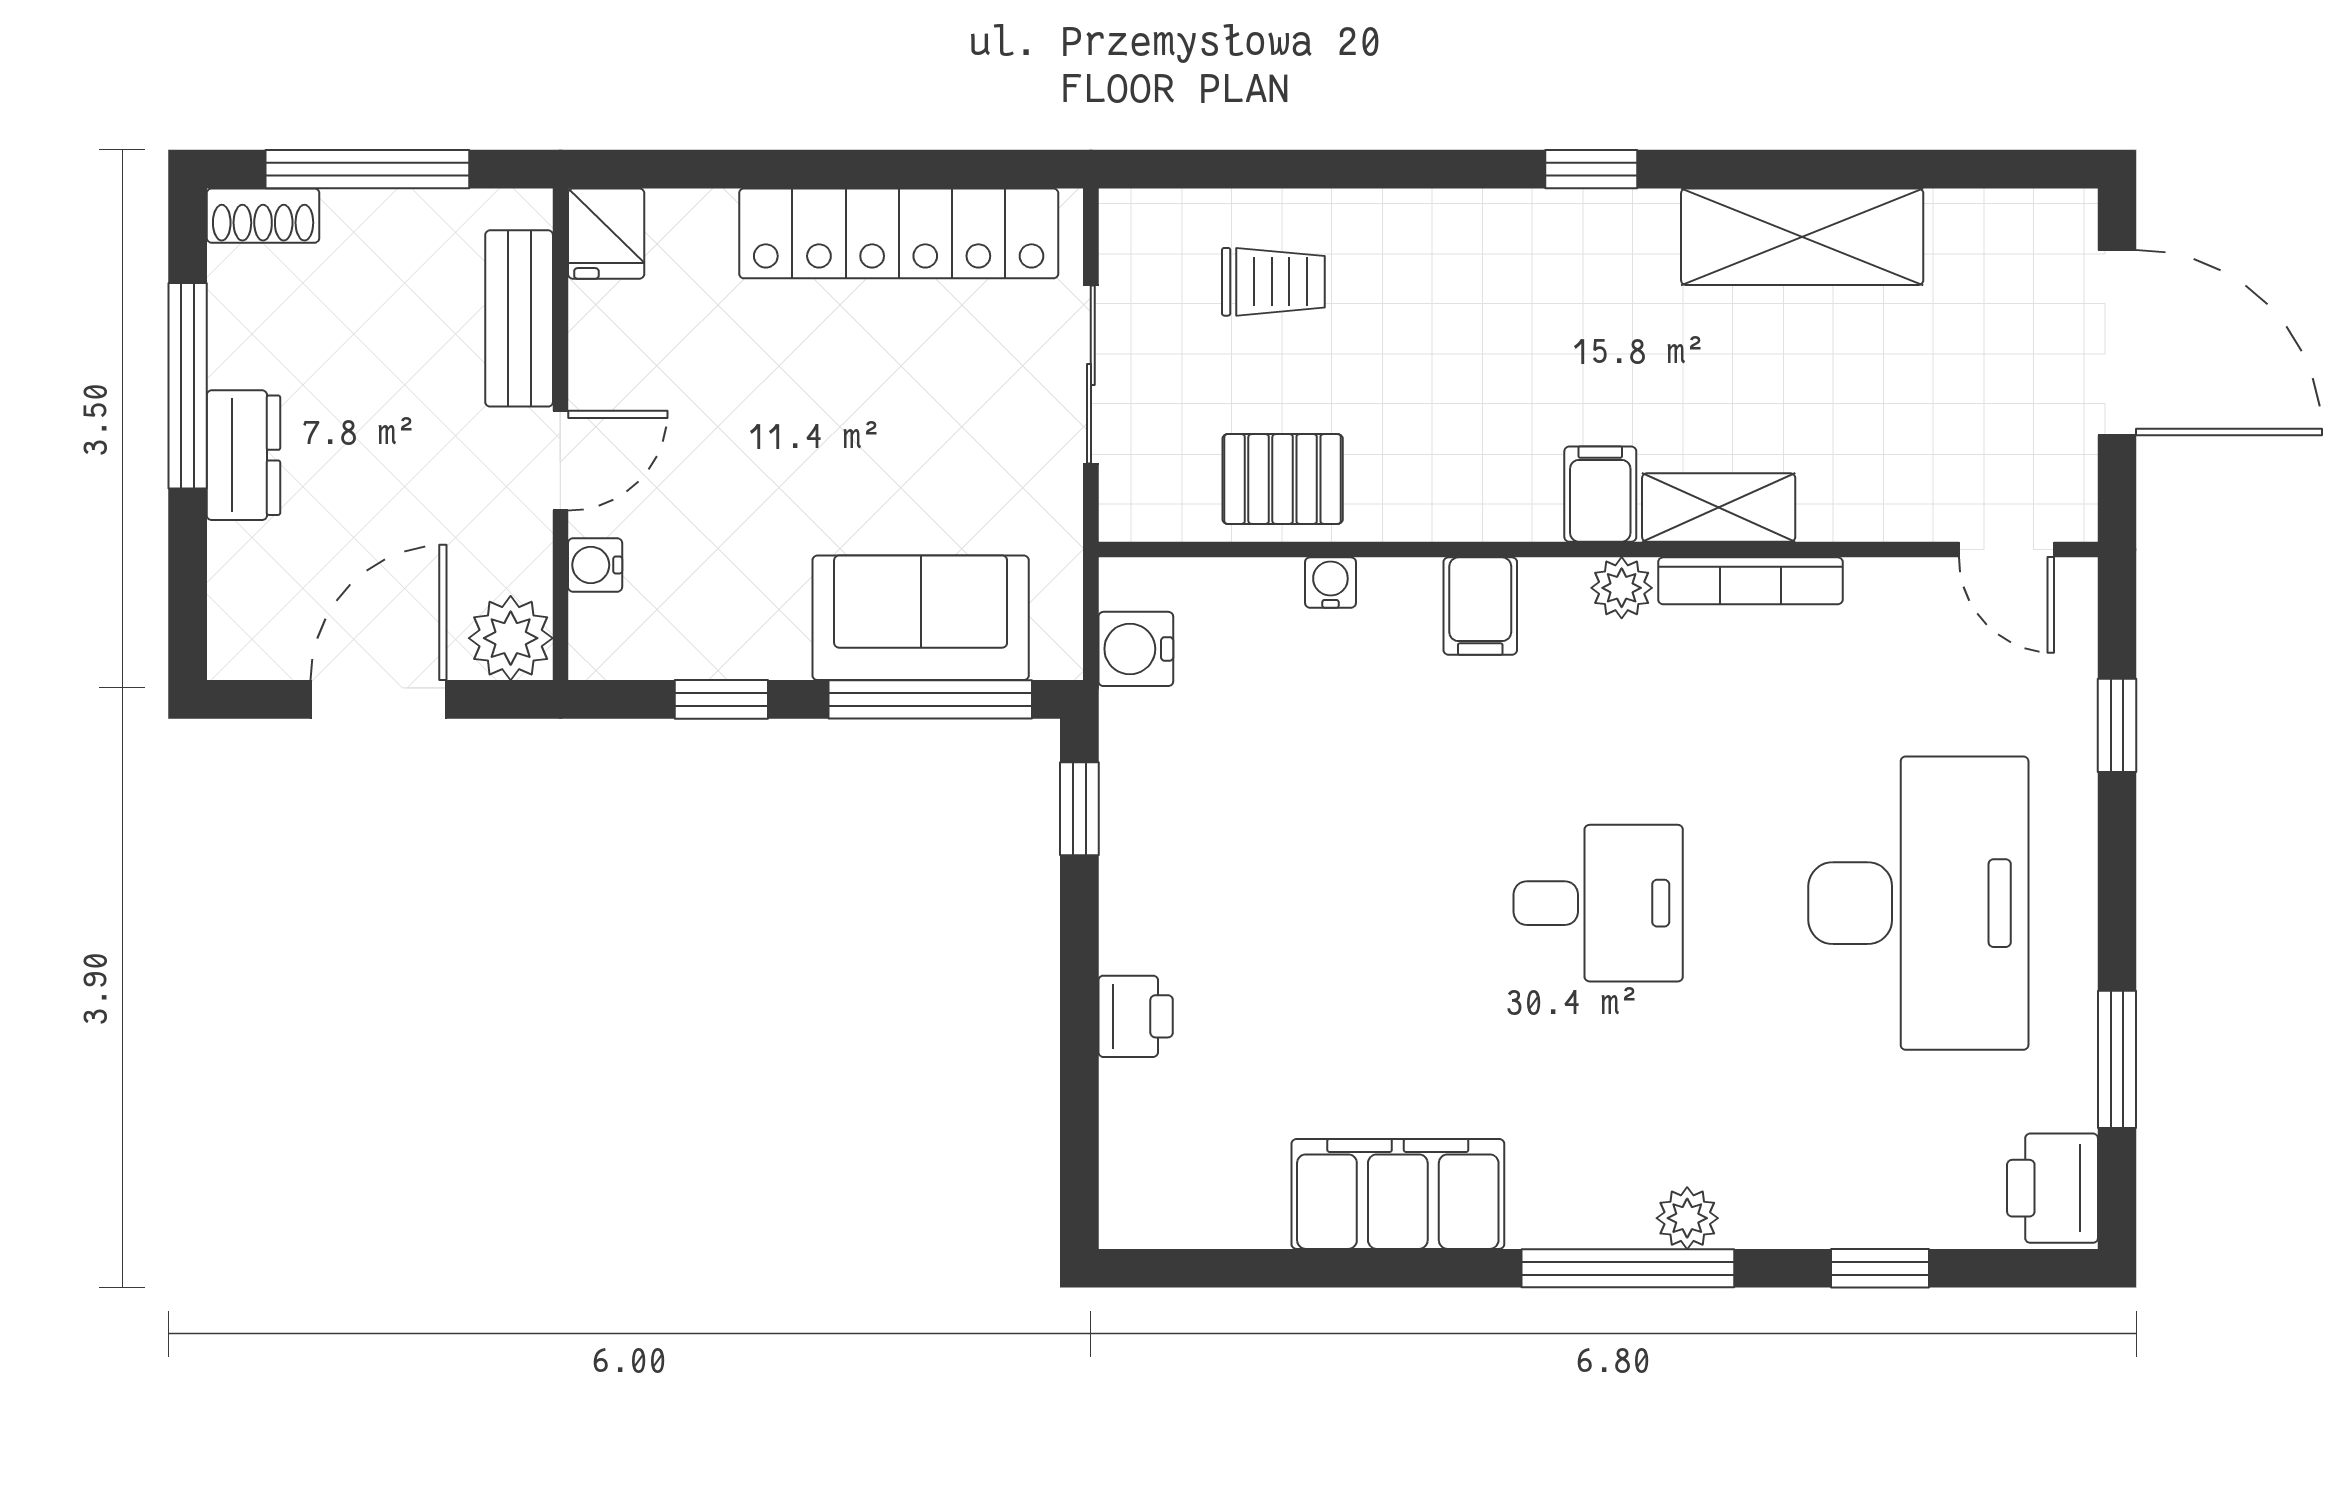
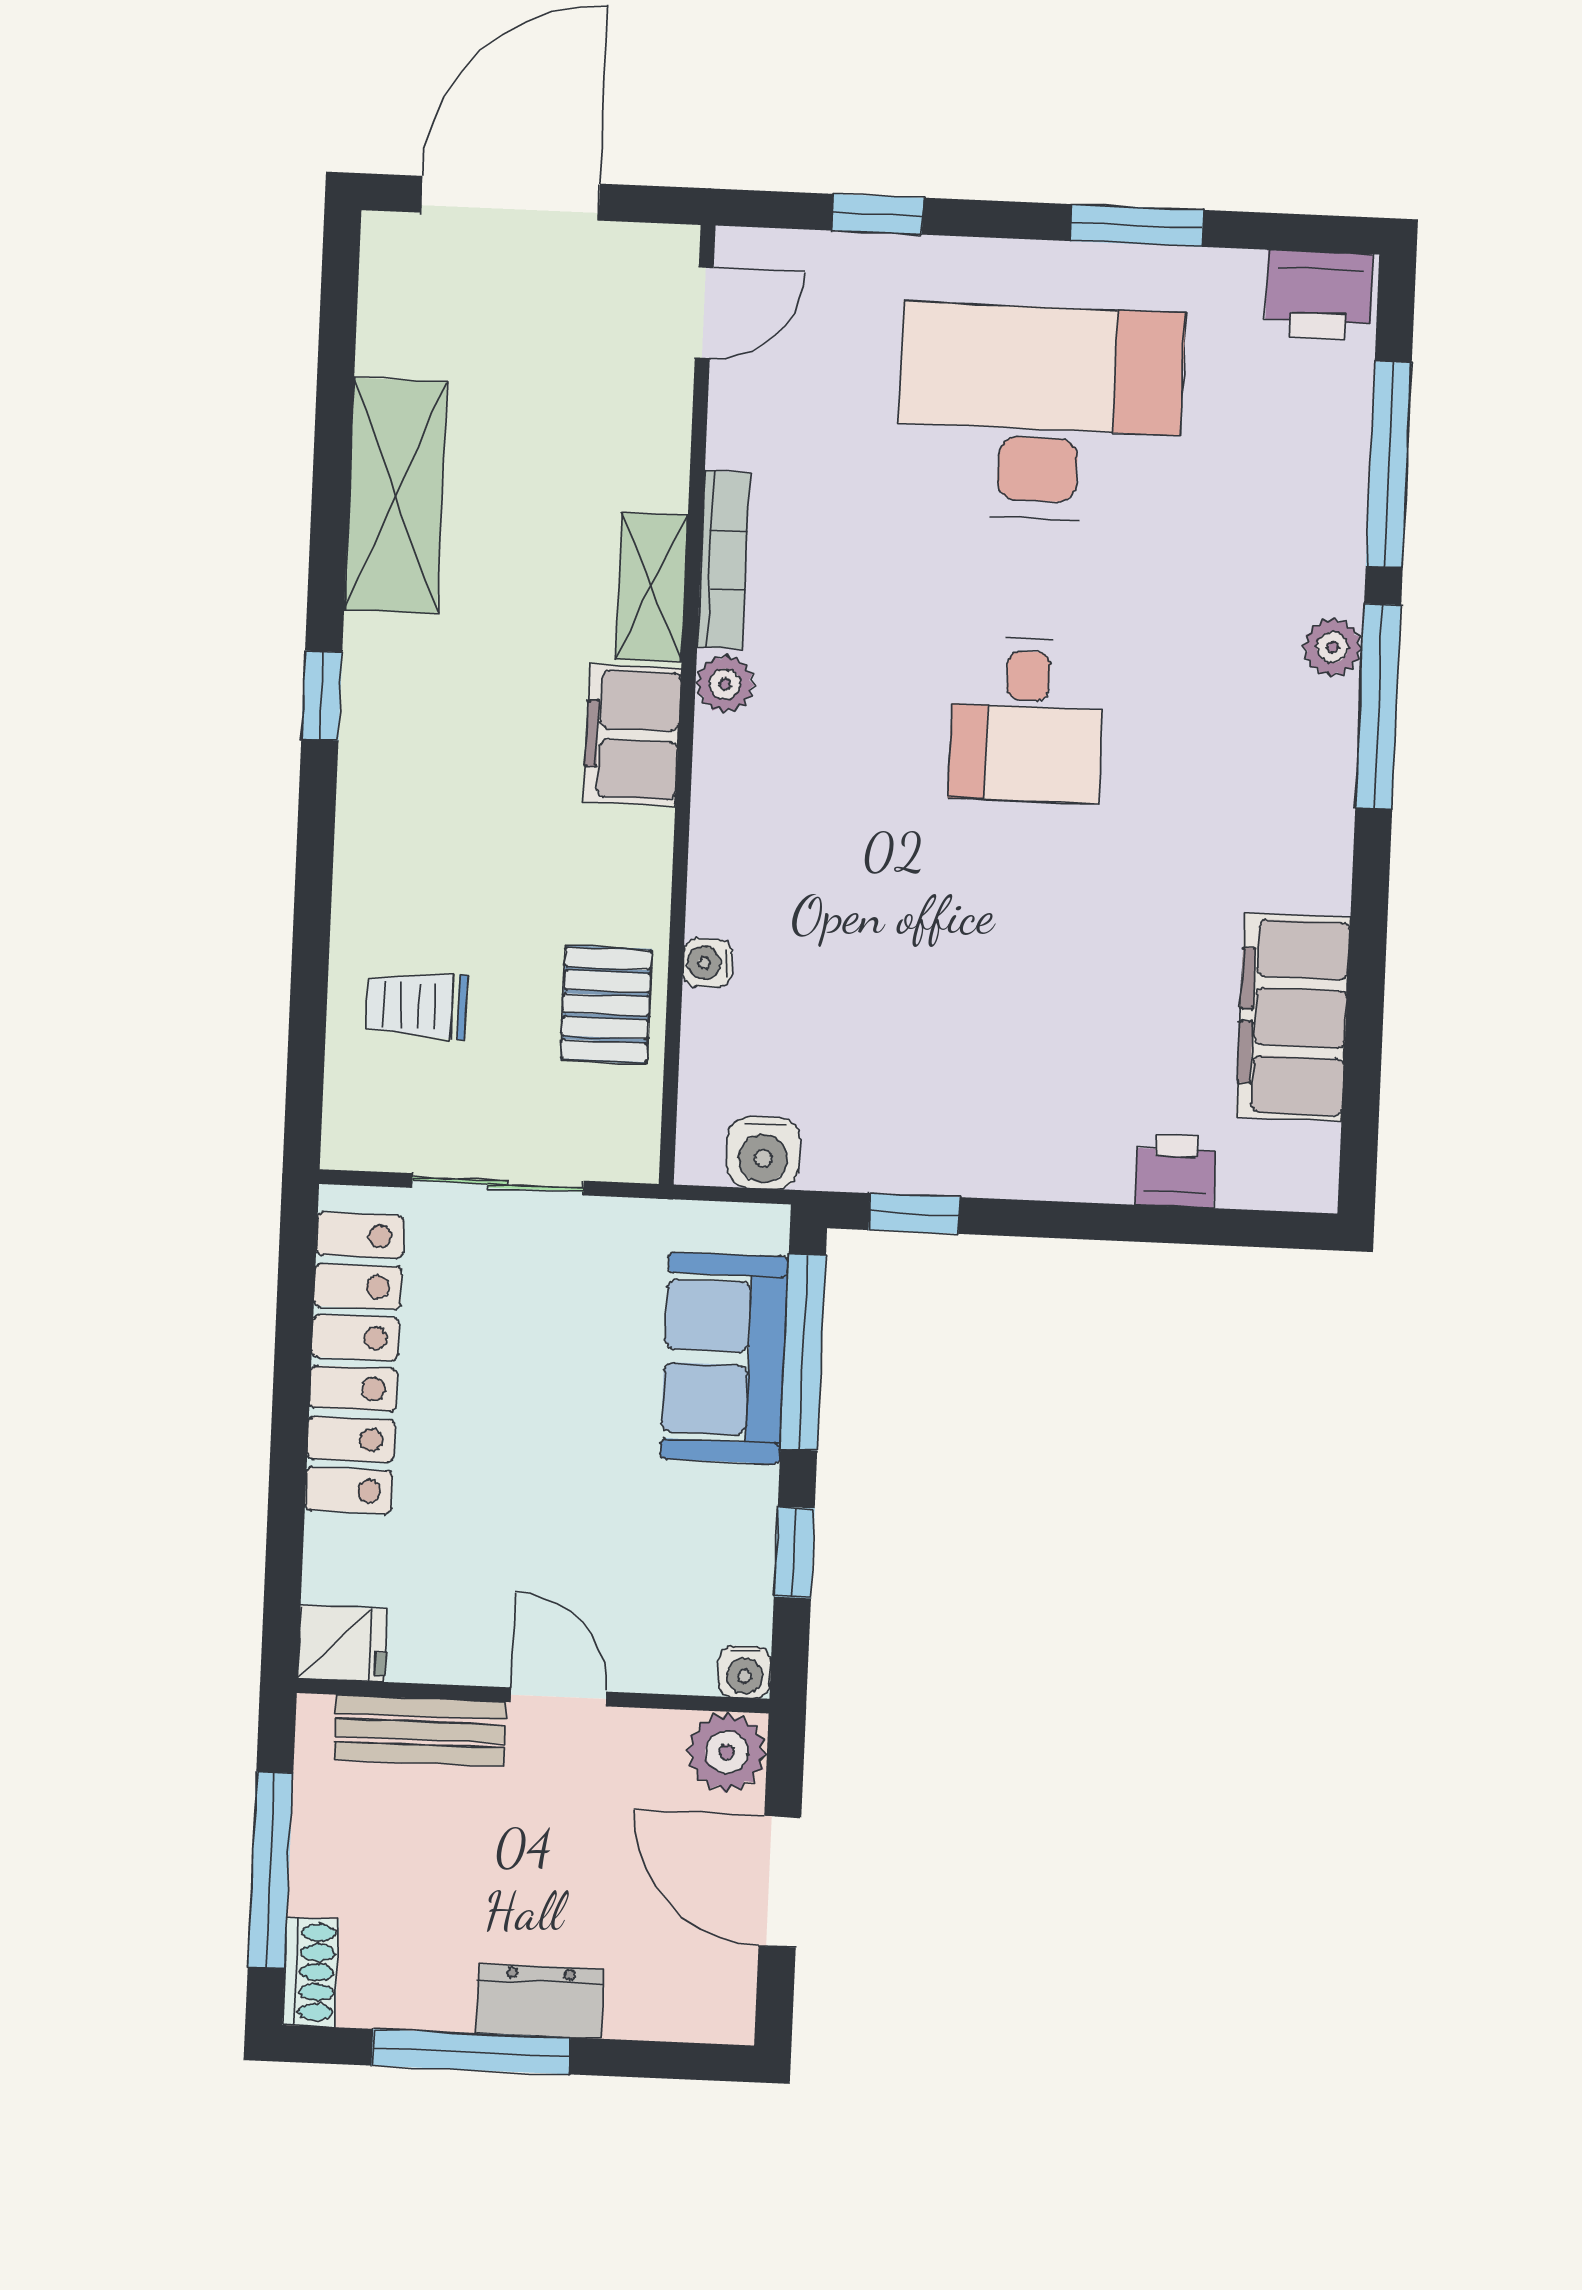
trolley: (1273, 282) -> (417, 1005), turned -90
filing cabinet: (1600, 494) -> (633, 735), width x2.00
water cooler: (595, 565) -> (745, 1672), moved
filing cabinet: (1480, 606) -> (737, 820), removed
desk: (1598, 903) -> (1027, 720), turned 180
printer: (1136, 1016) -> (1175, 1171), moved
window: (2117, 1059) -> (1137, 226), moved
filing cabinet: (1398, 1194) -> (1293, 1017), moved
window: (1880, 1268) -> (1389, 464), width x2.17

